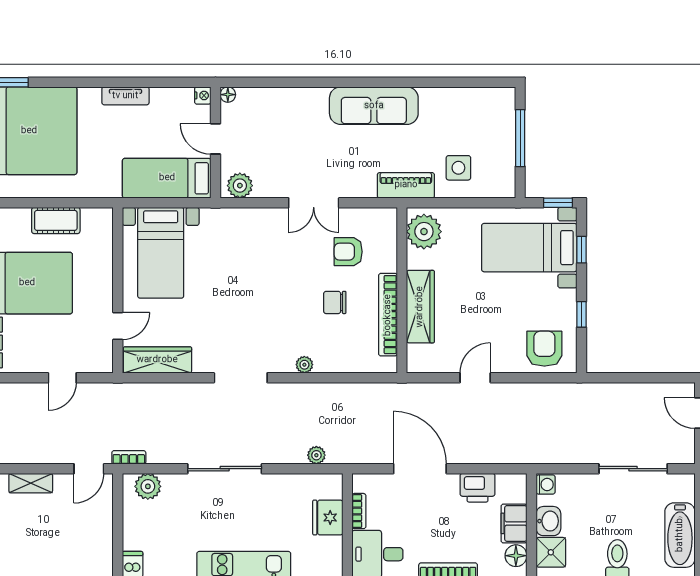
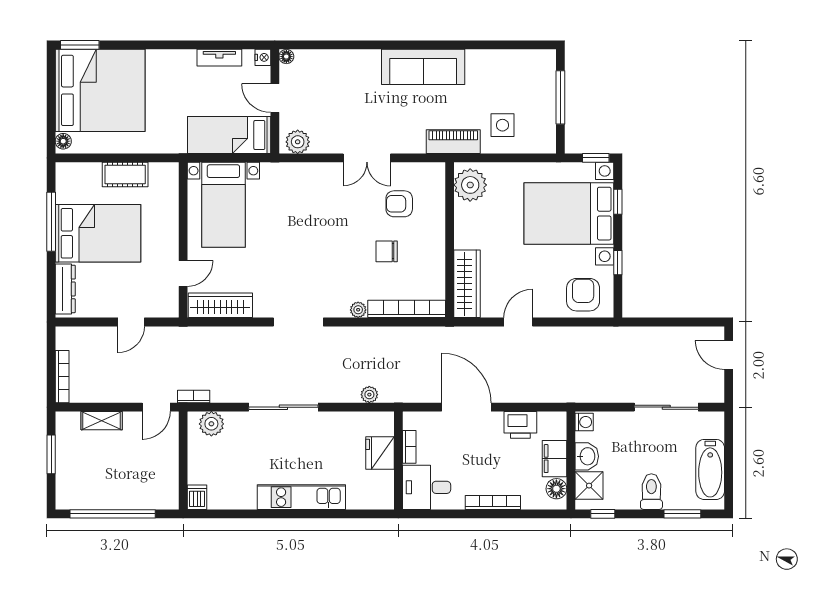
tv unit: (125, 96) -> (219, 58), moved
bed with nightstands: (529, 248) -> (569, 214), width x1.36
wardrobe: (420, 307) -> (467, 284), moved
bookcase: (388, 315) -> (407, 309), moved, turned 90

